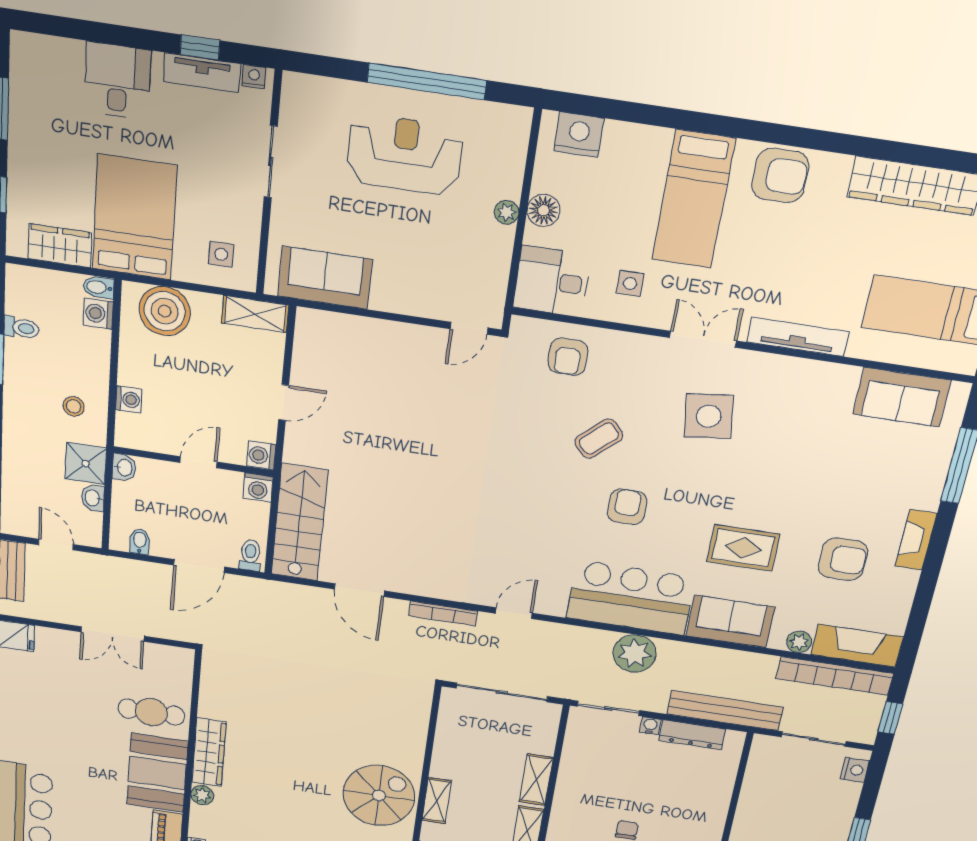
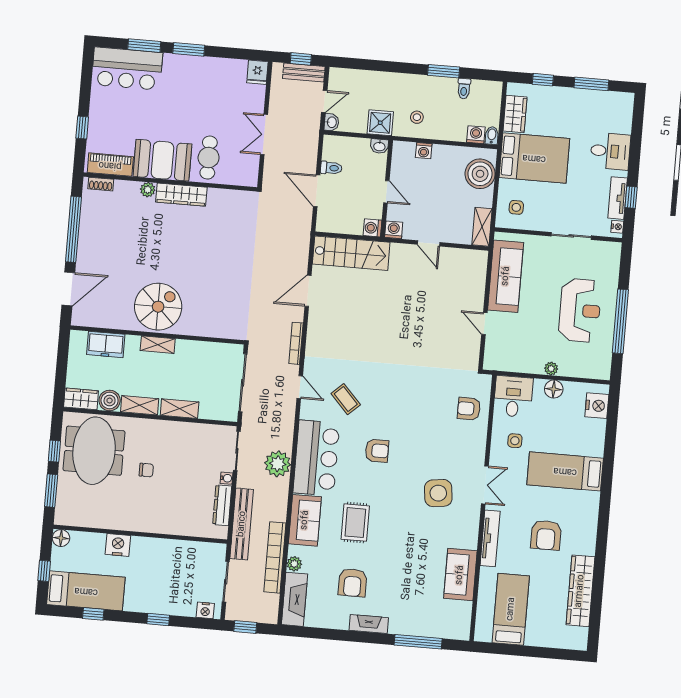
armchair: (780, 175) -> (546, 535), moved
sofa: (325, 278) -> (506, 276), width x1.36
door: (469, 328) -> (484, 324), moved
sofa: (902, 397) -> (460, 575), moved
coffee table: (599, 439) -> (346, 399), moved
washbasin: (93, 498) -> (331, 122), moved, turned 90
bidet: (140, 541) -> (331, 154), removed
toilet: (250, 555) -> (331, 168), moved
bookcase: (835, 676) -> (275, 557), moved
spiral stairs: (379, 795) -> (158, 307), turned -90

